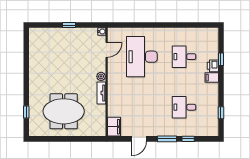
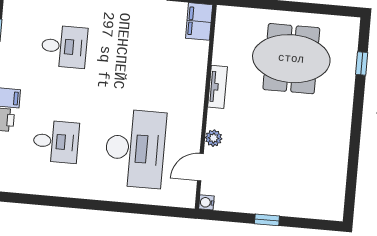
plant: (101, 76) -> (214, 138), moved

